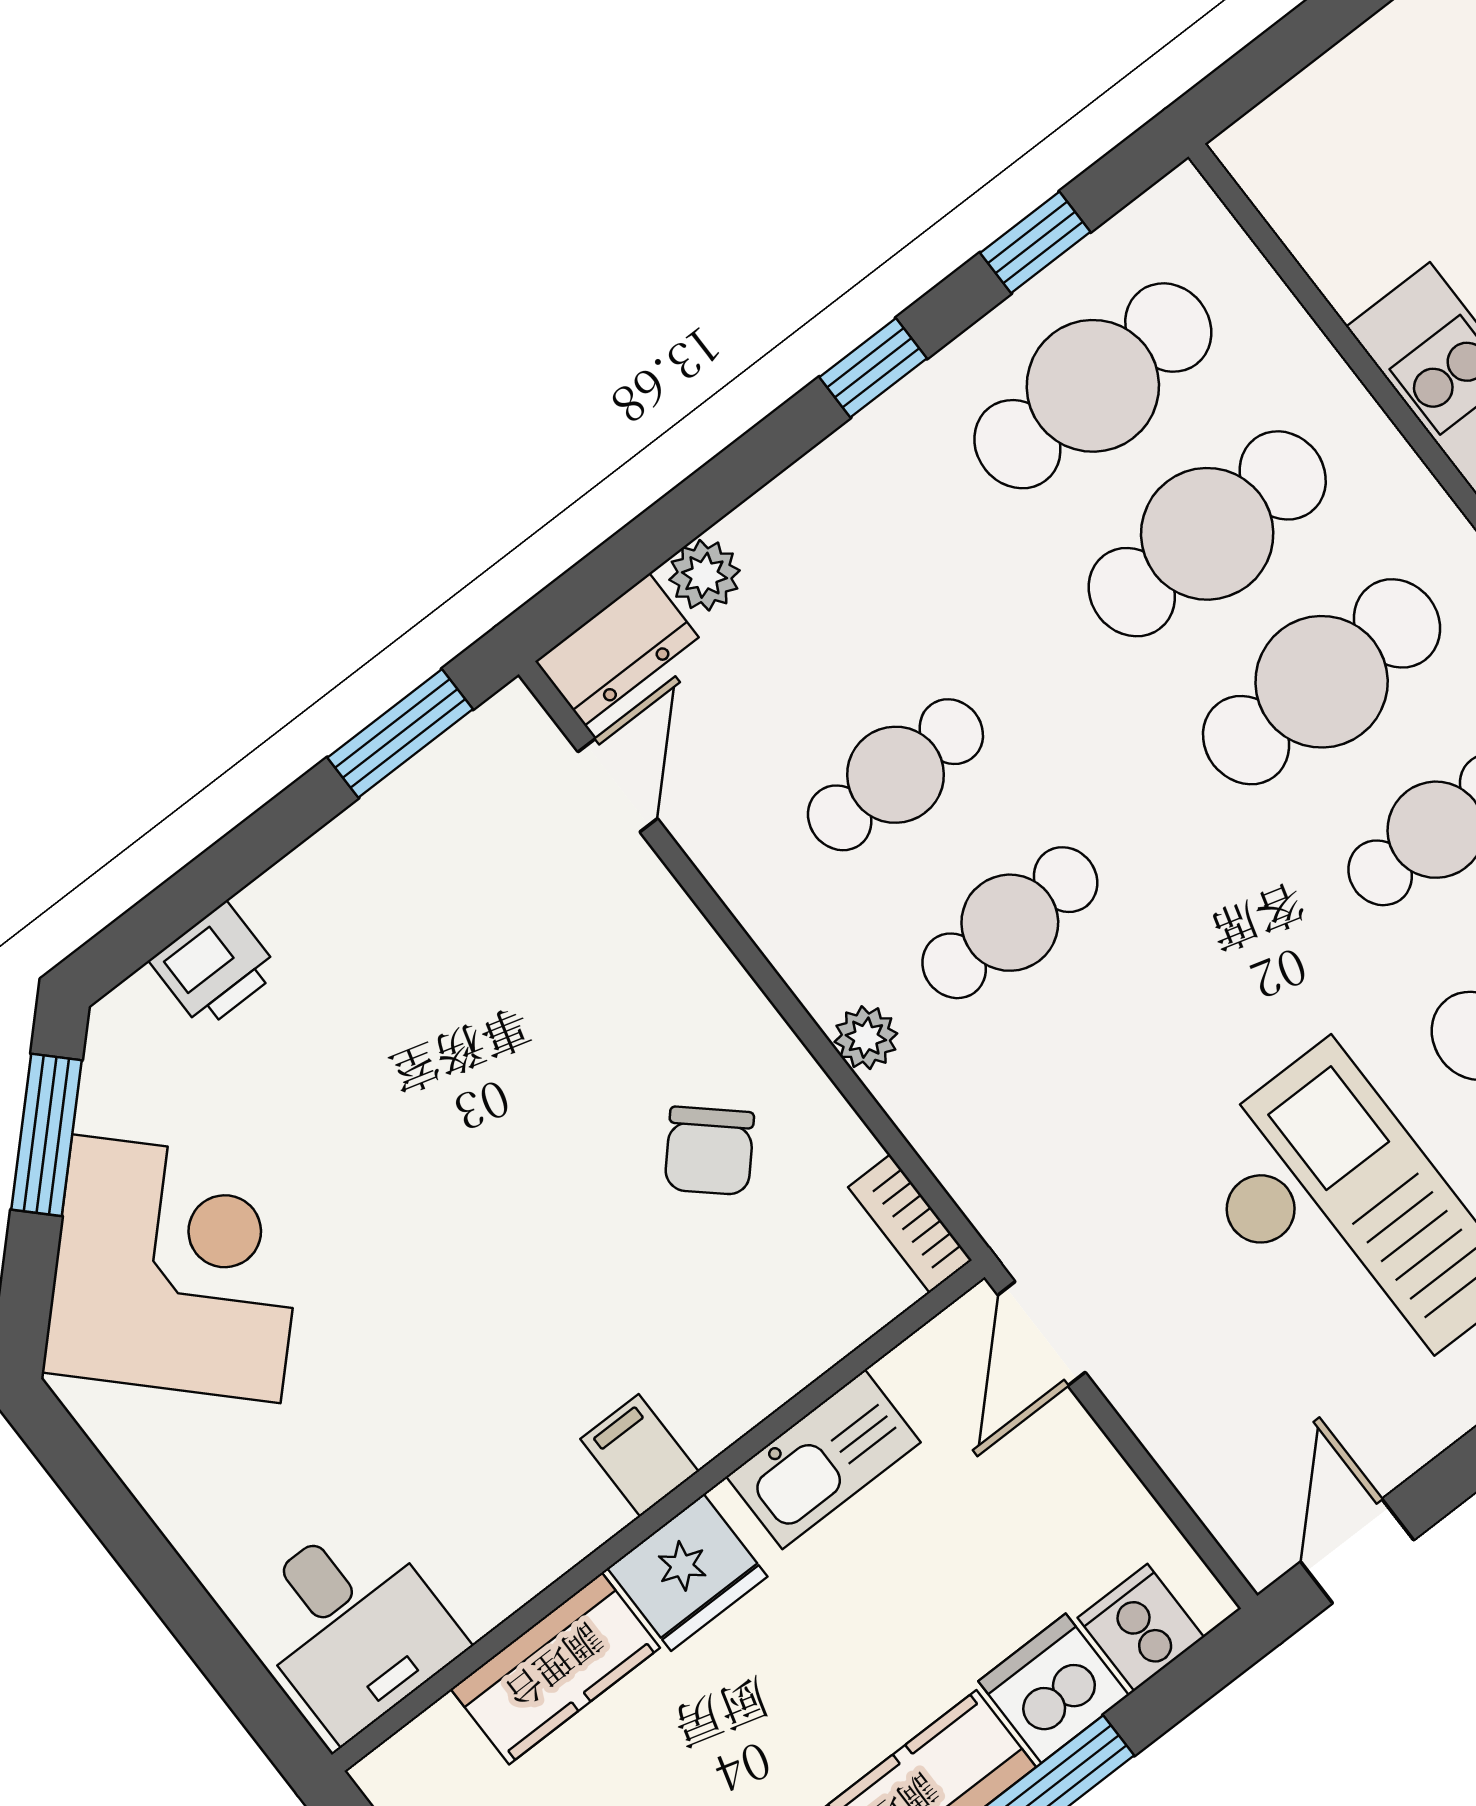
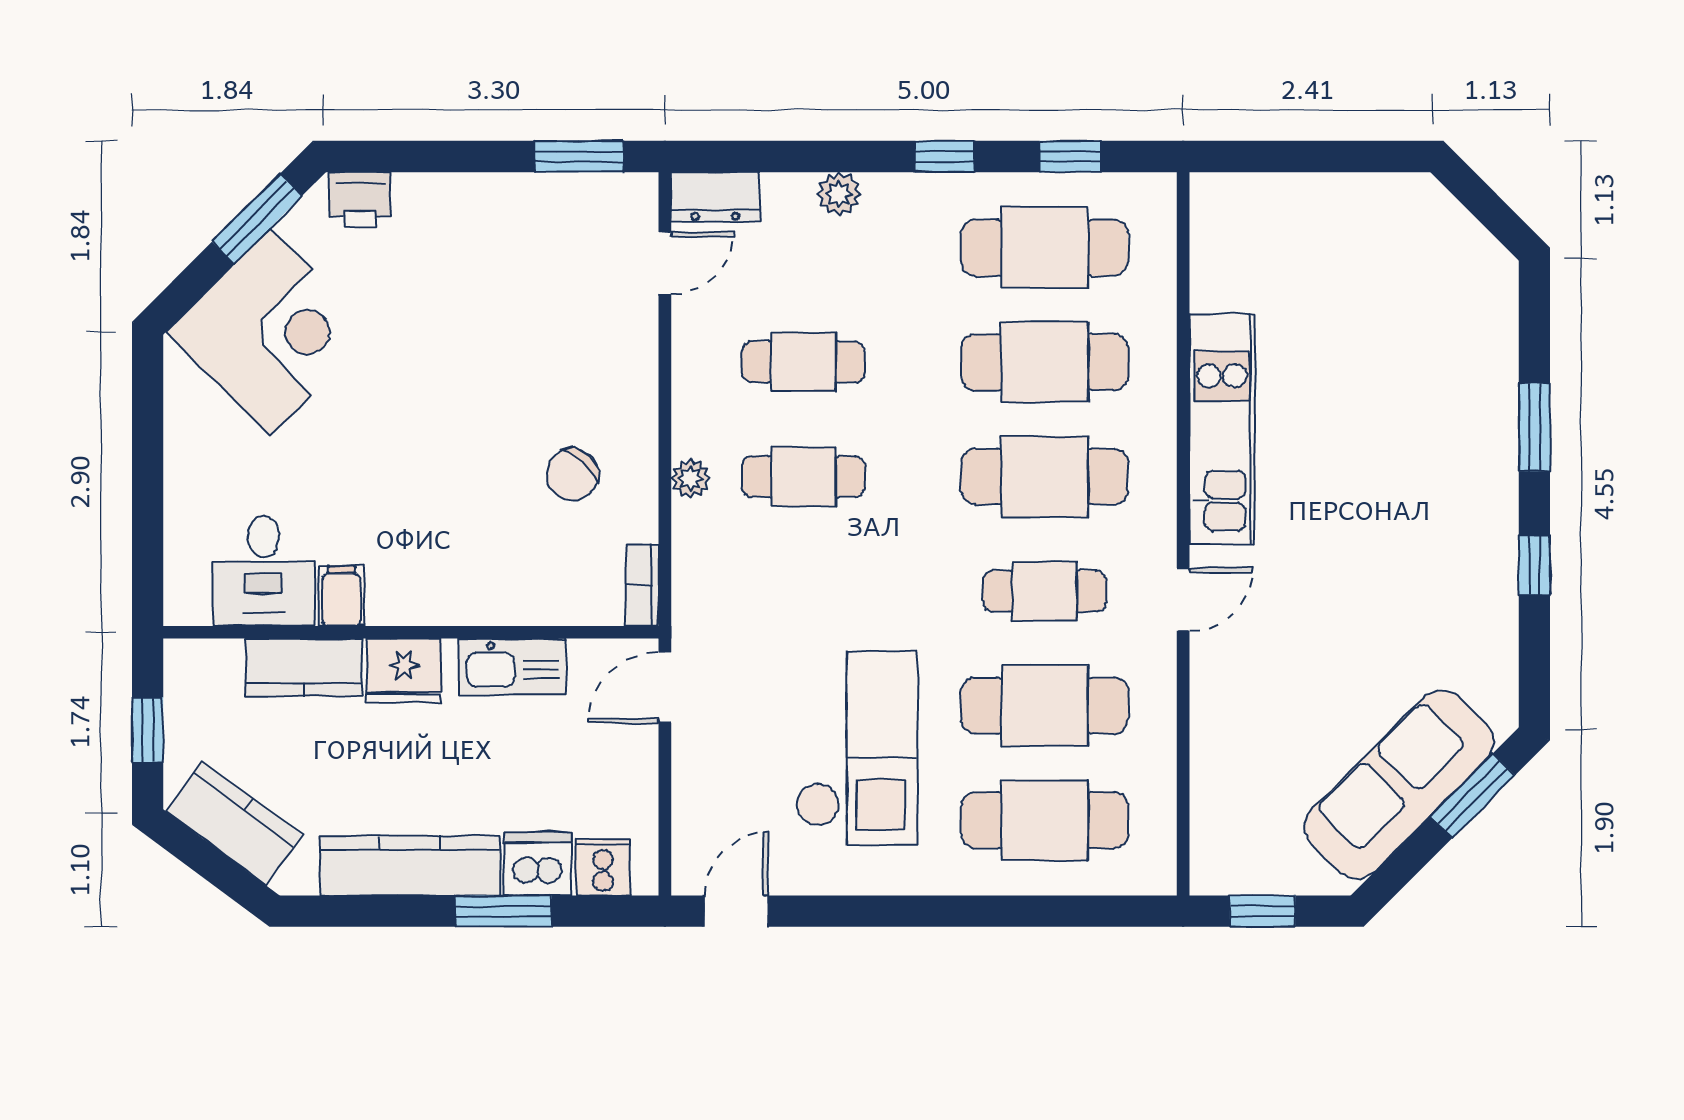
plant: (704, 575) -> (839, 194), moved
printer: (215, 966) -> (360, 200), moved
filing cabinet: (639, 1455) -> (341, 596), moved
desk: (352, 1626) -> (263, 571), moved

